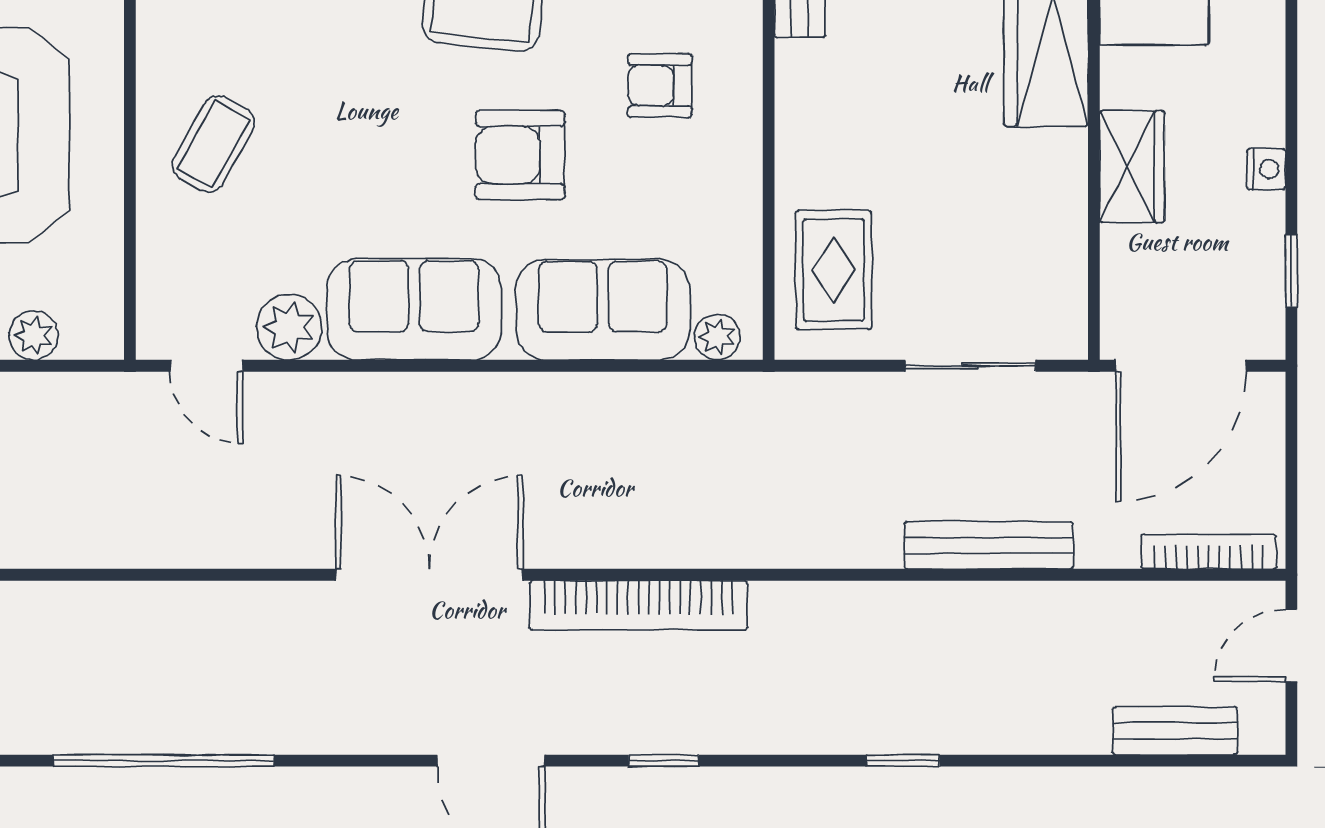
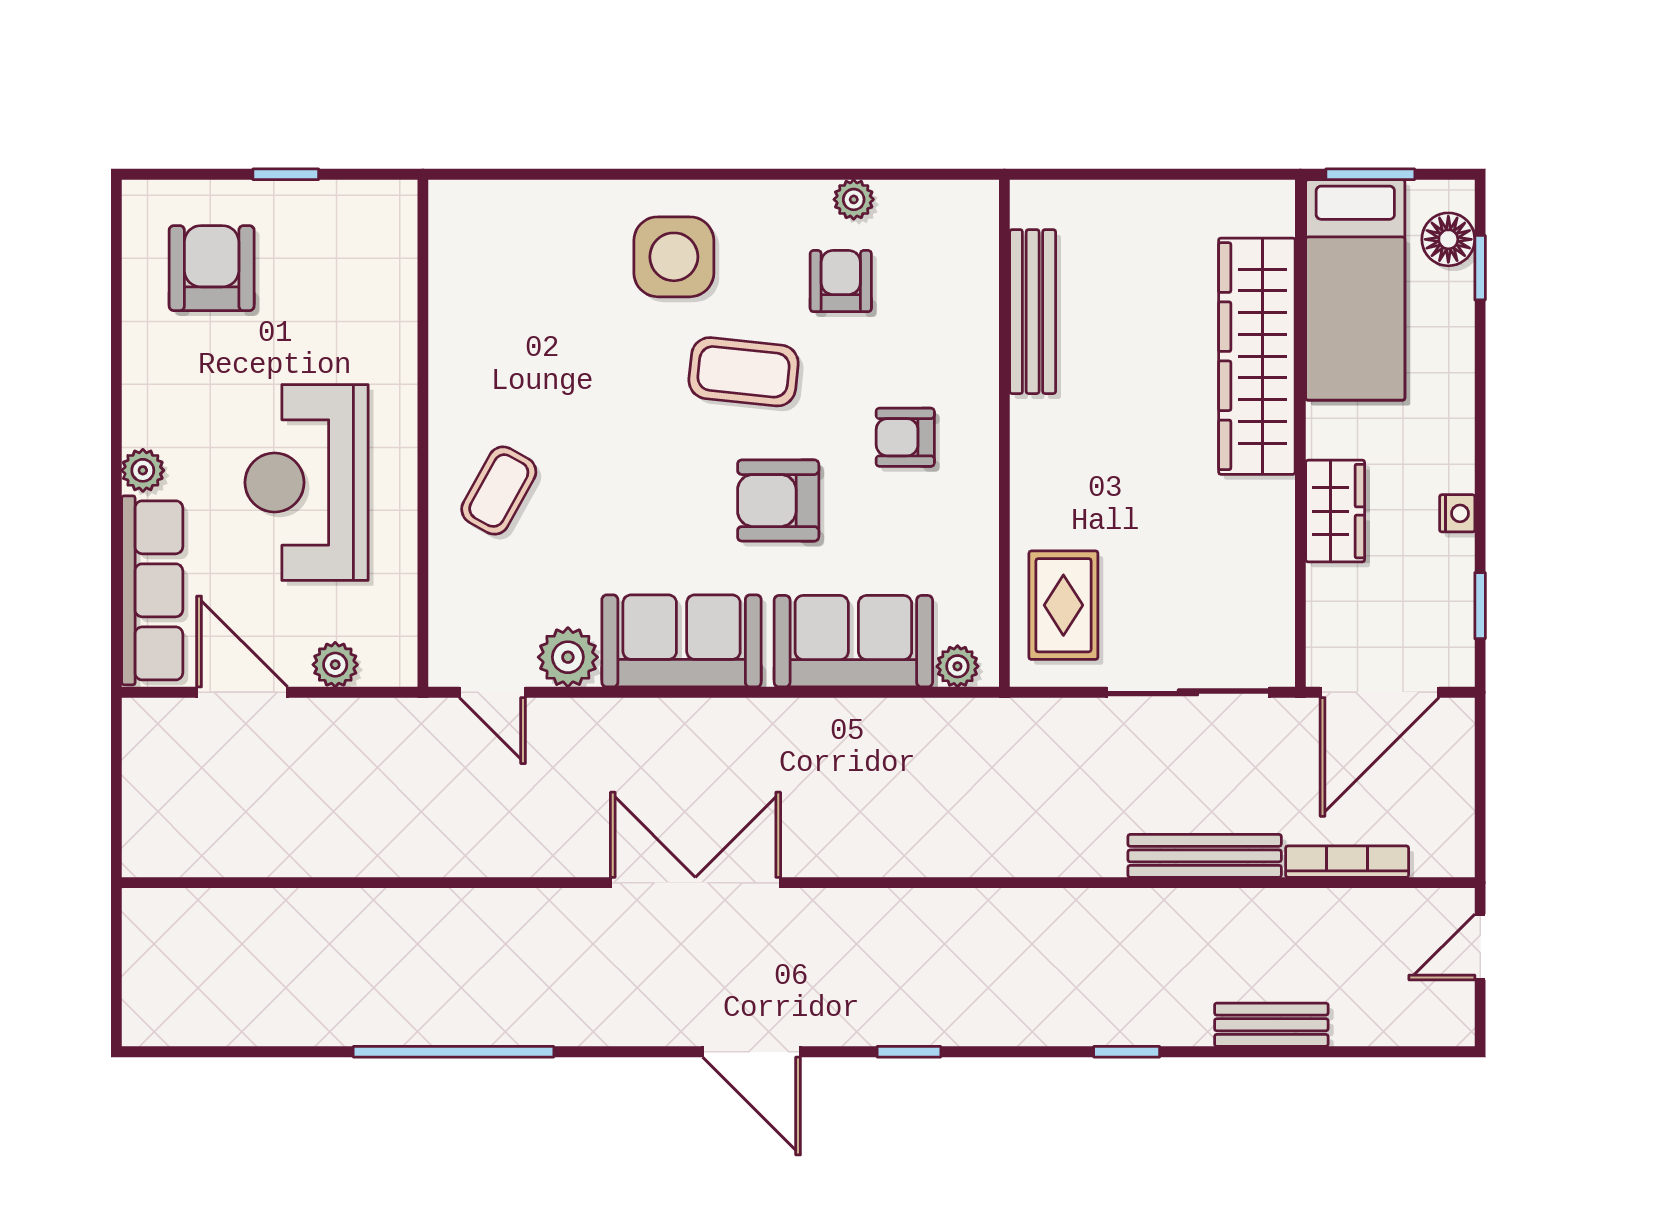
sliding door: (970, 366) -> (1188, 692), width x1.37
bookcase: (1209, 552) -> (1347, 862), moved
bookcase: (638, 605) -> (886, 910), removed
bench: (1175, 731) -> (1271, 1025), moved

